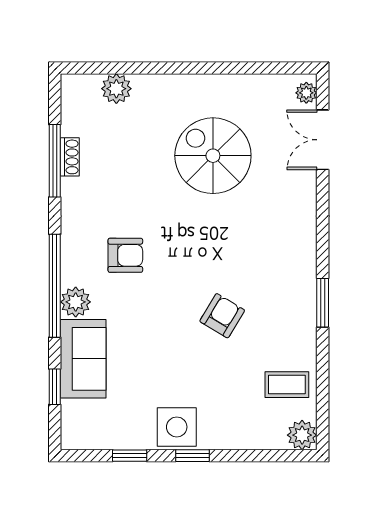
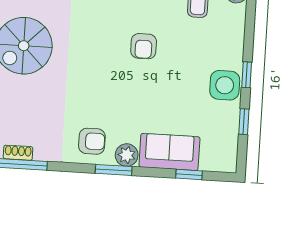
armchair: (125, 255) -> (92, 141), moved, turned 90
window: (55, 286) -> (114, 170), width x0.47
armchair: (222, 316) -> (144, 46), turned -121

